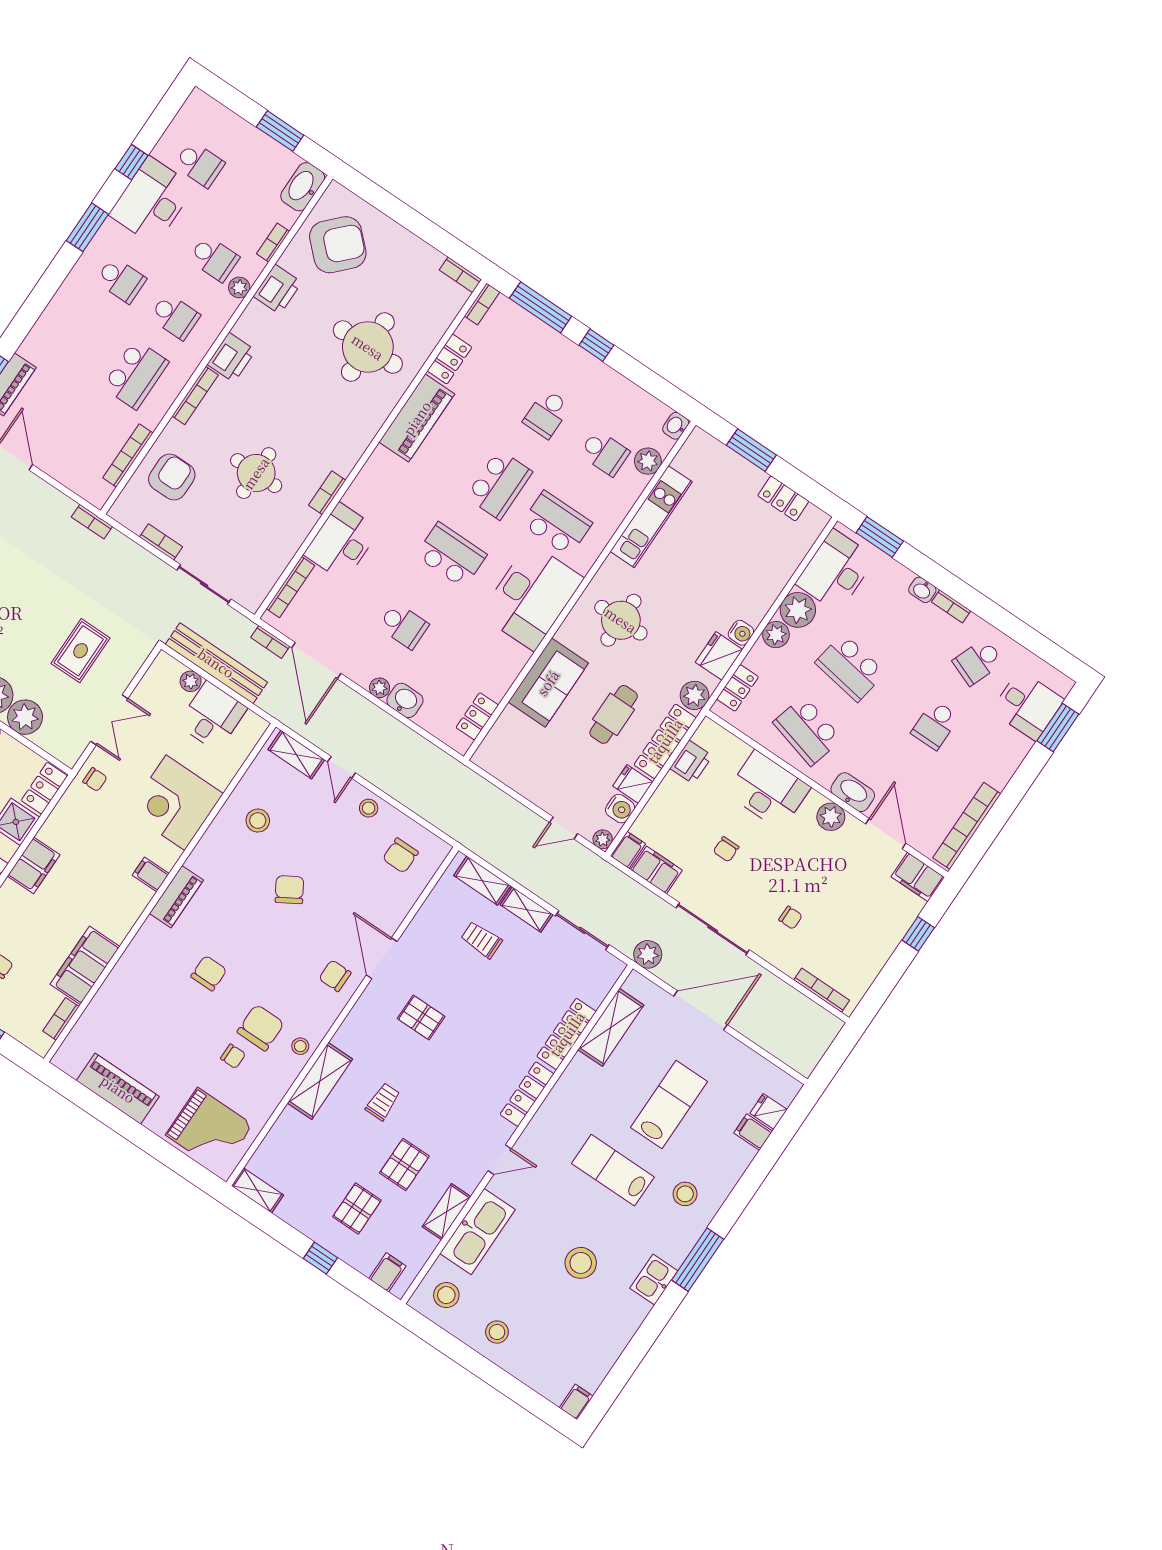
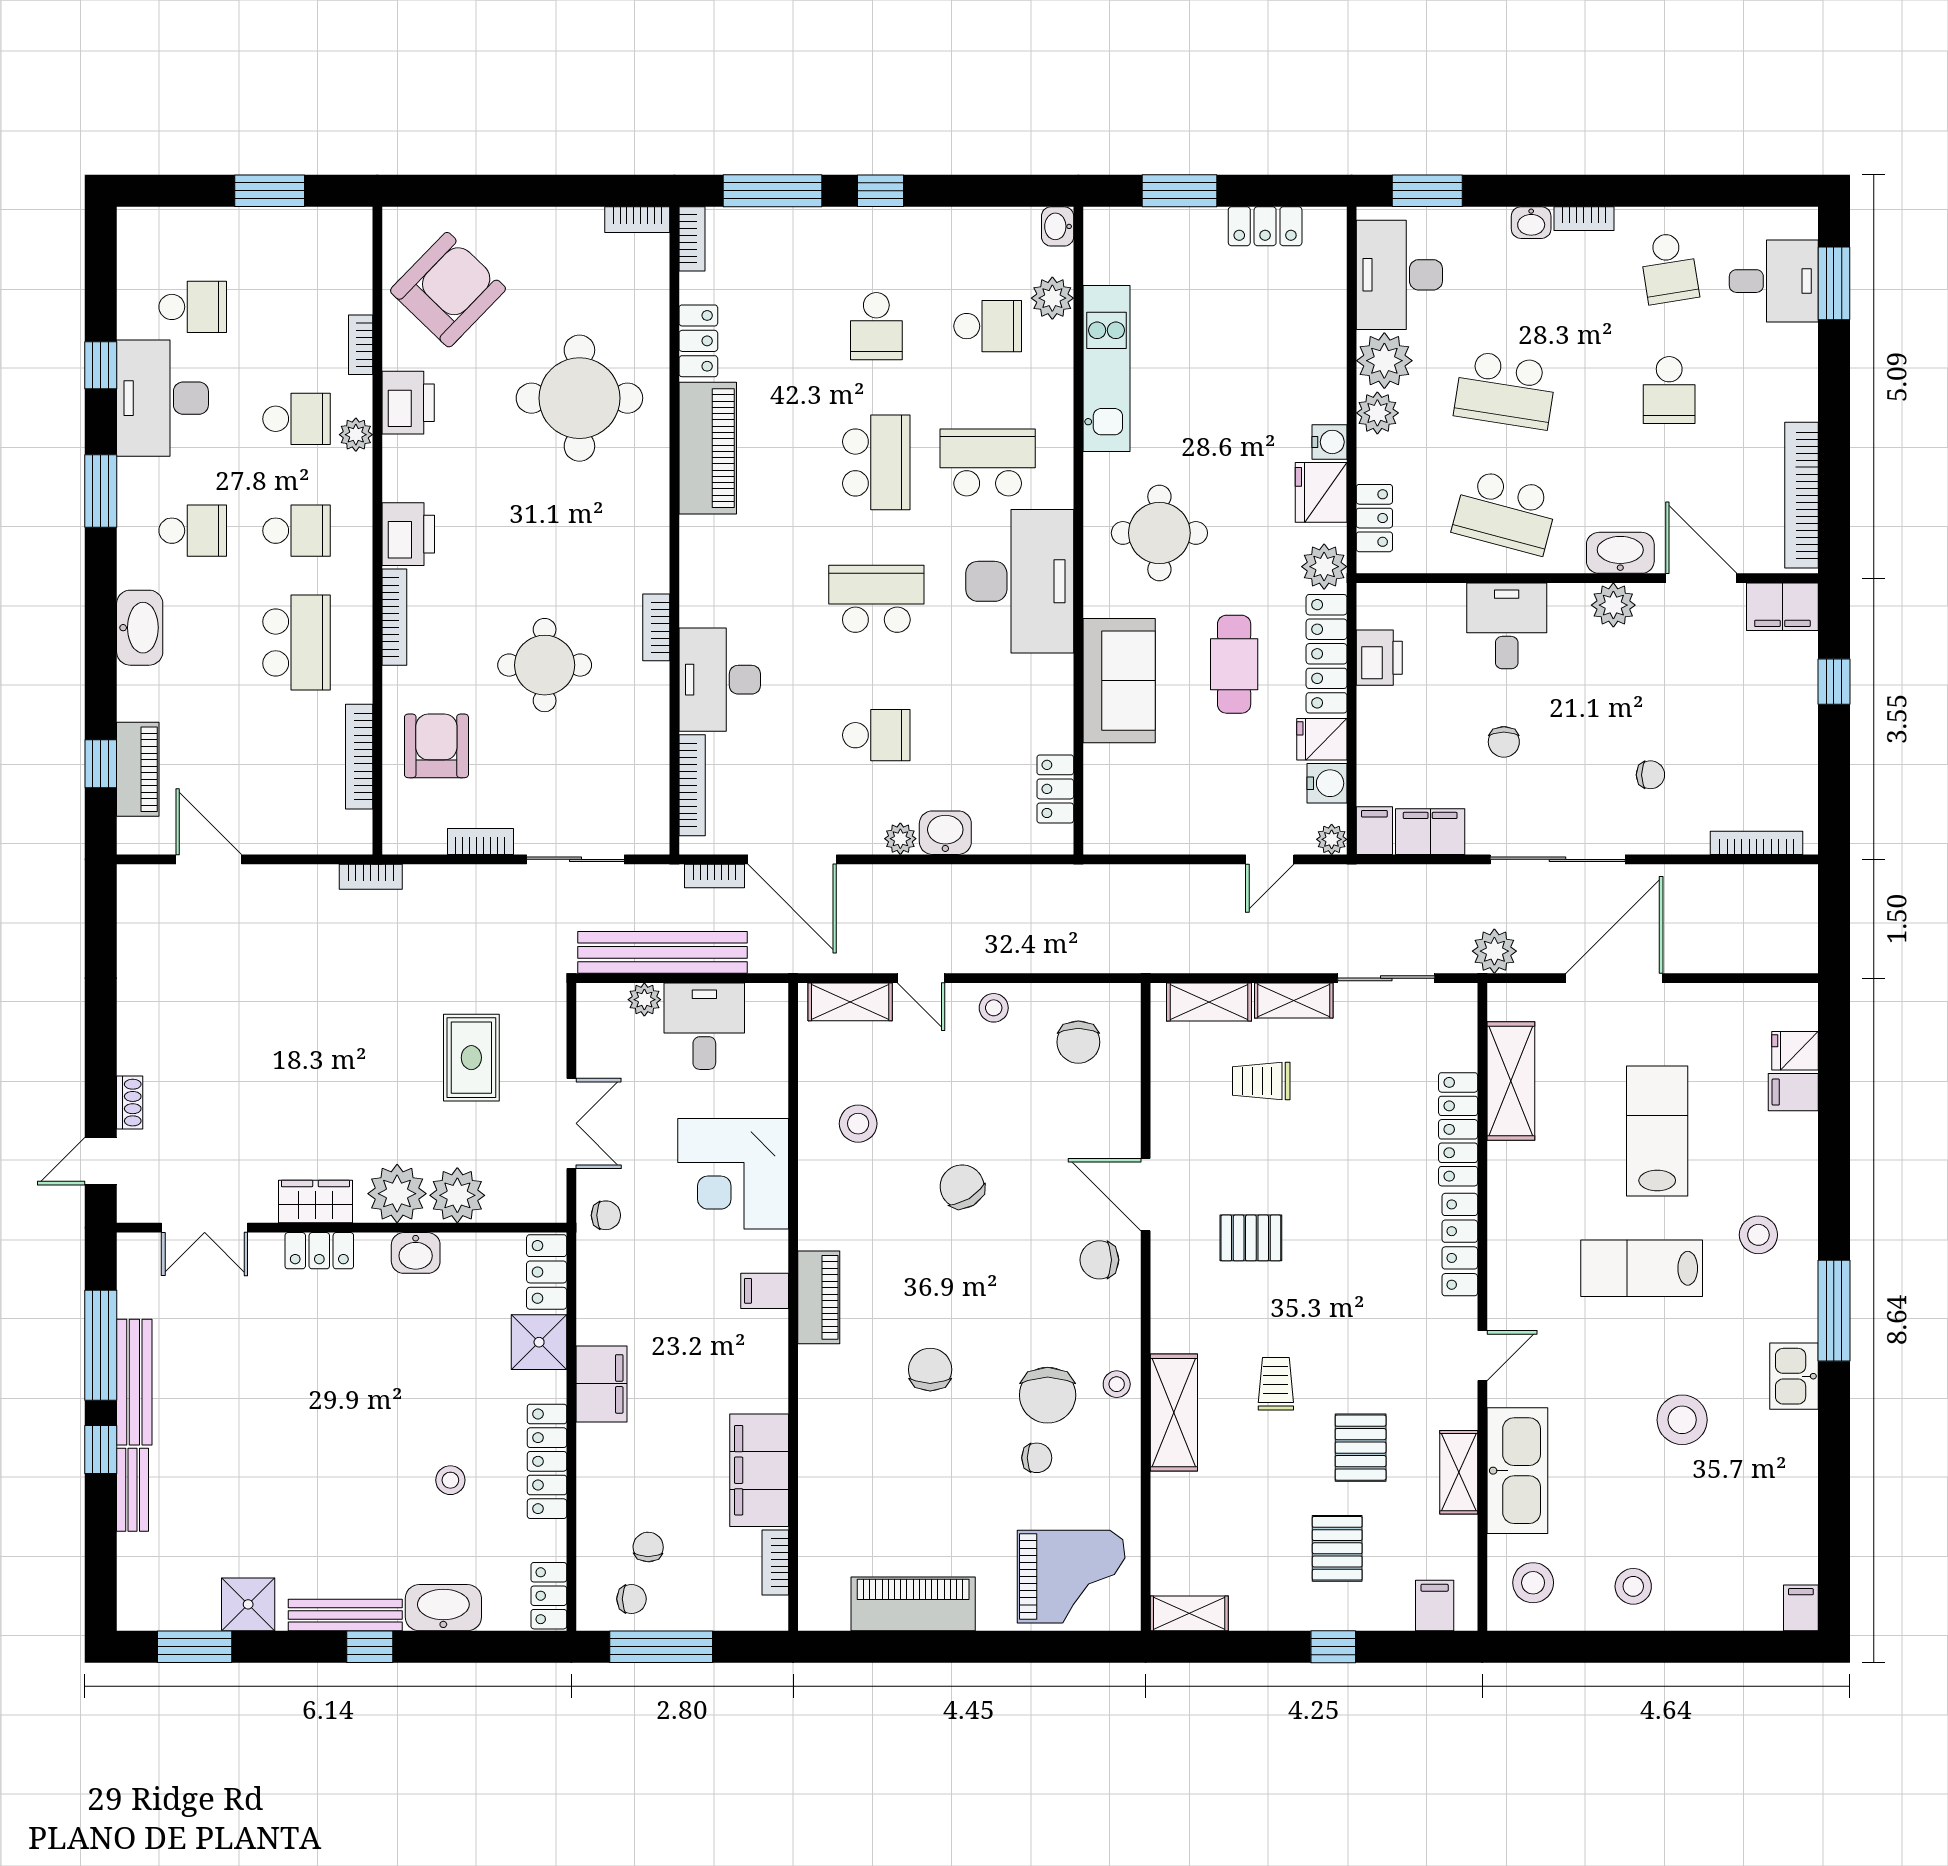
washbasin: (303, 187) -> (140, 628), moved, turned 180
school desk: (978, 662) -> (1669, 268), turned -30
desk: (768, 790) -> (1507, 626), width x0.73
chair: (261, 1028) -> (1048, 1395), turned 180

